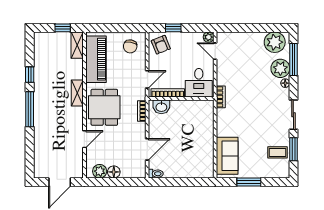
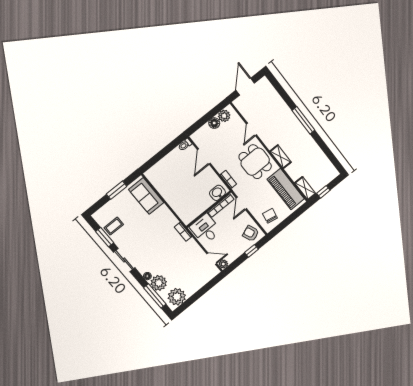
window: (30, 75) -> (321, 143), removed

